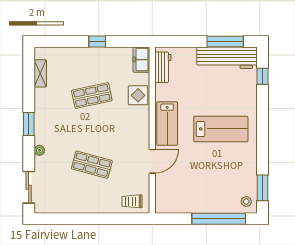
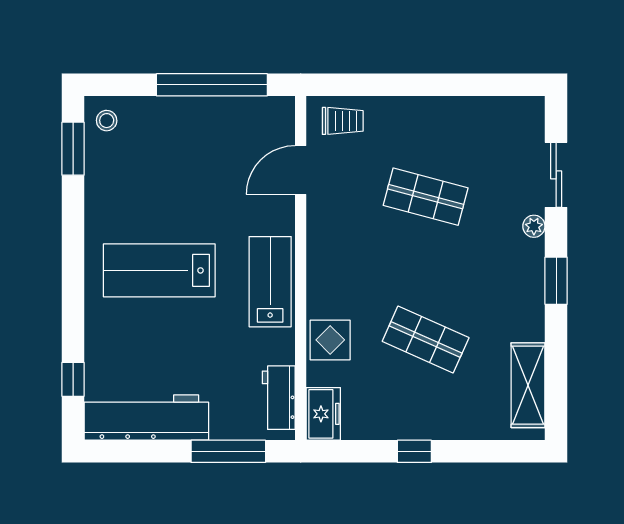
window: (225, 41) -> (228, 451), moved
shelving: (40, 73) -> (528, 385), width x1.50, depth x1.33
shop shelf: (92, 96) -> (426, 339), turned 36
door: (152, 161) -> (301, 170), moved
sliding door: (29, 187) -> (556, 175), moved
window: (219, 219) -> (212, 85), moved

